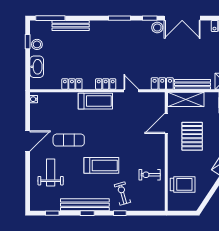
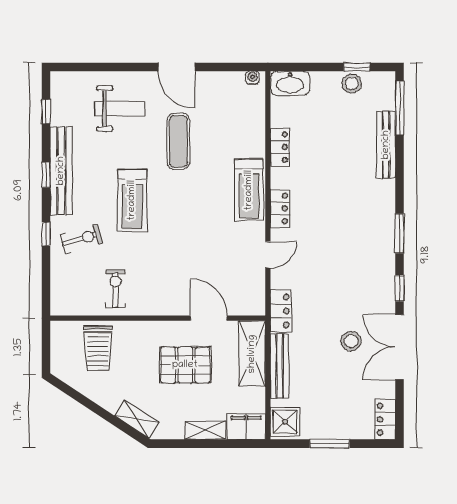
stool: (157, 28) -> (351, 341), moved
washbasin: (37, 67) -> (290, 83), moved

